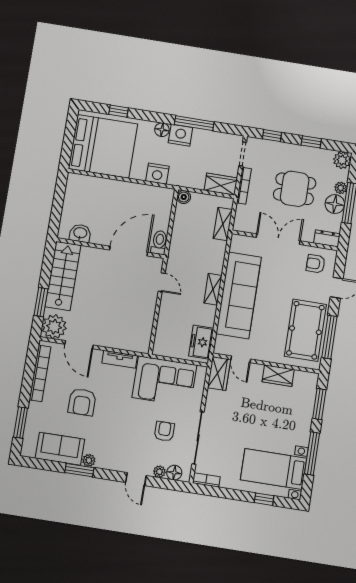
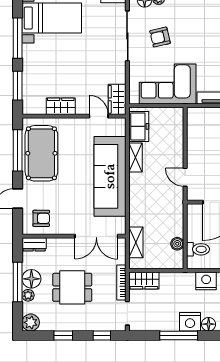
boiler: (184, 197) -> (177, 244), moved
double door: (278, 239) -> (96, 236), moved
toilet: (159, 242) -> (198, 249), moved, turned -90
shelving: (213, 289) -> (135, 157), moved
armchair: (164, 431) -> (160, 37), turned 77

